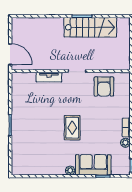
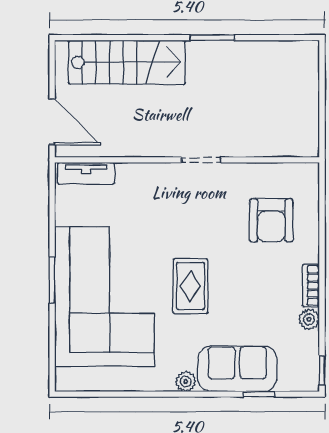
stairs: (90, 27) -> (127, 62), moved
tv unit: (49, 77) -> (86, 173), moved
armchair: (104, 86) -> (271, 220), moved
corner sofa: (34, 132) -> (104, 297), added

